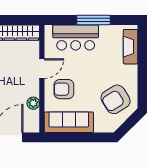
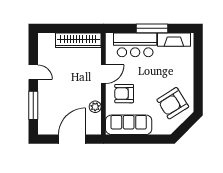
fireplace: (131, 47) -> (174, 40), moved, turned -90

